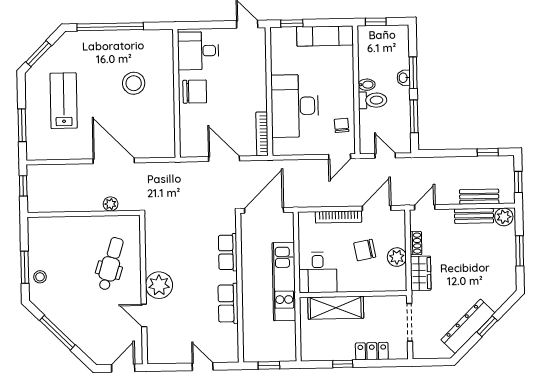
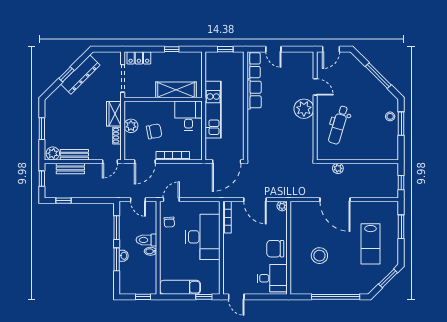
plant: (186, 151) -> (282, 206), added
row of seats: (228, 252) -> (254, 65), moved
locker: (372, 351) -> (139, 58), moved

